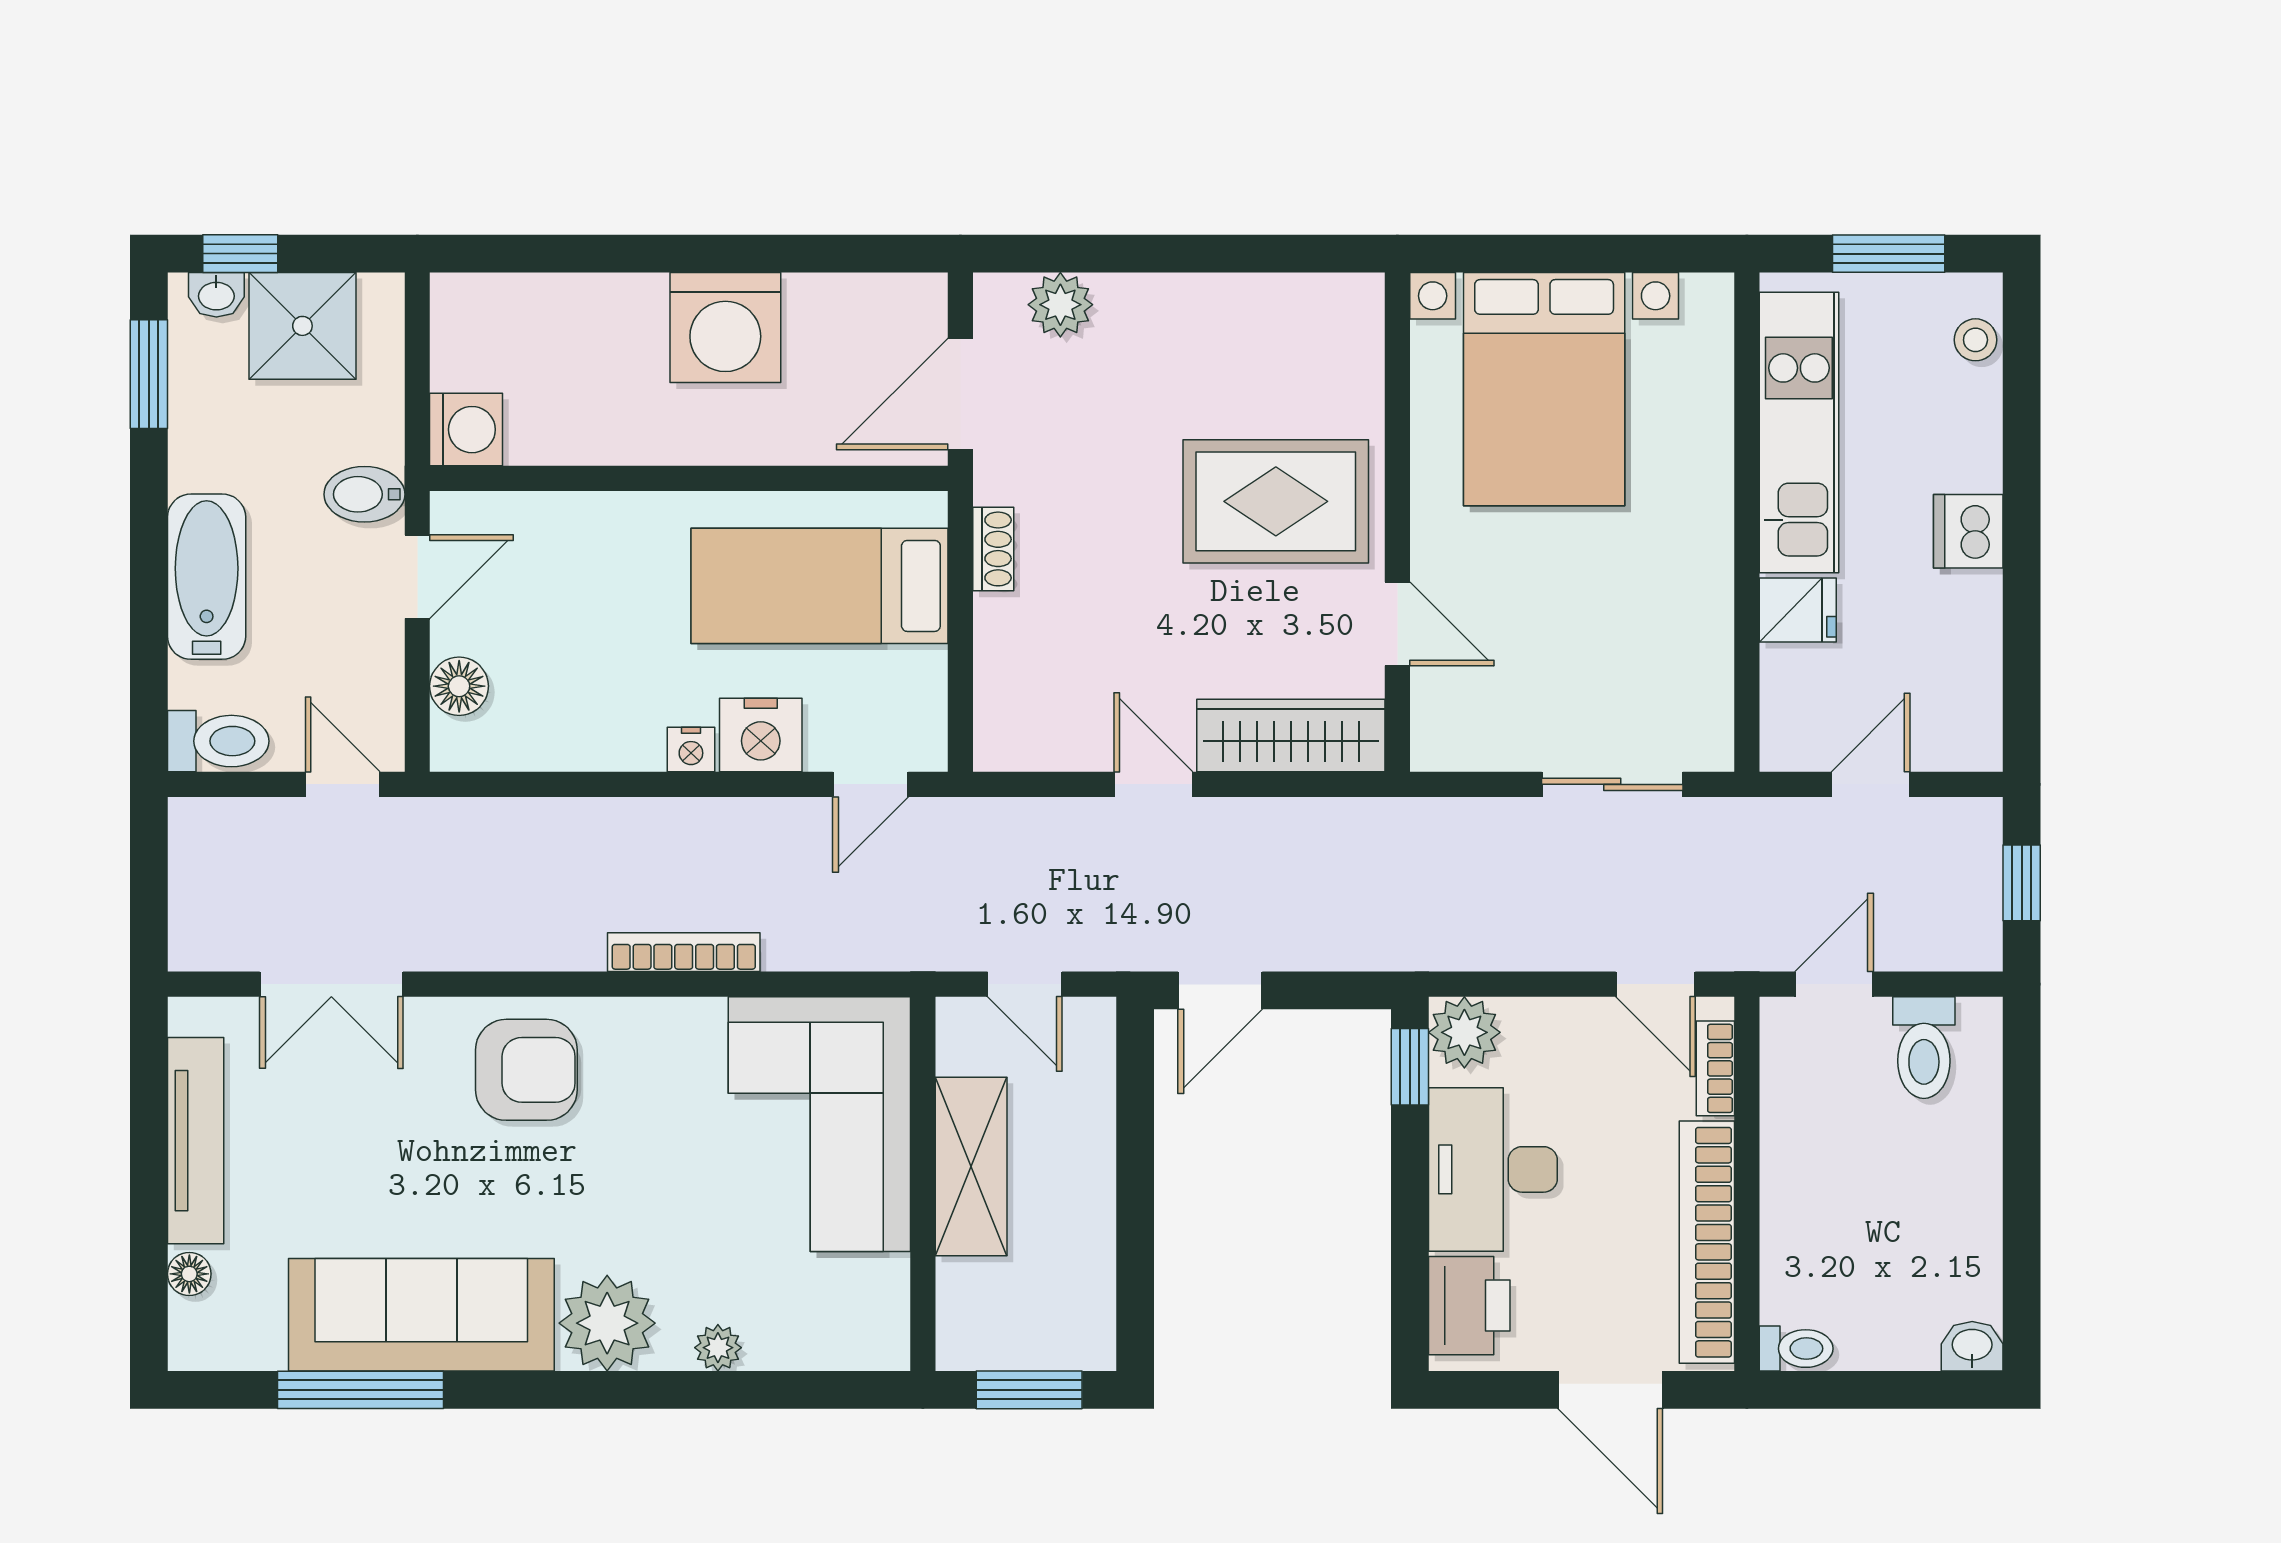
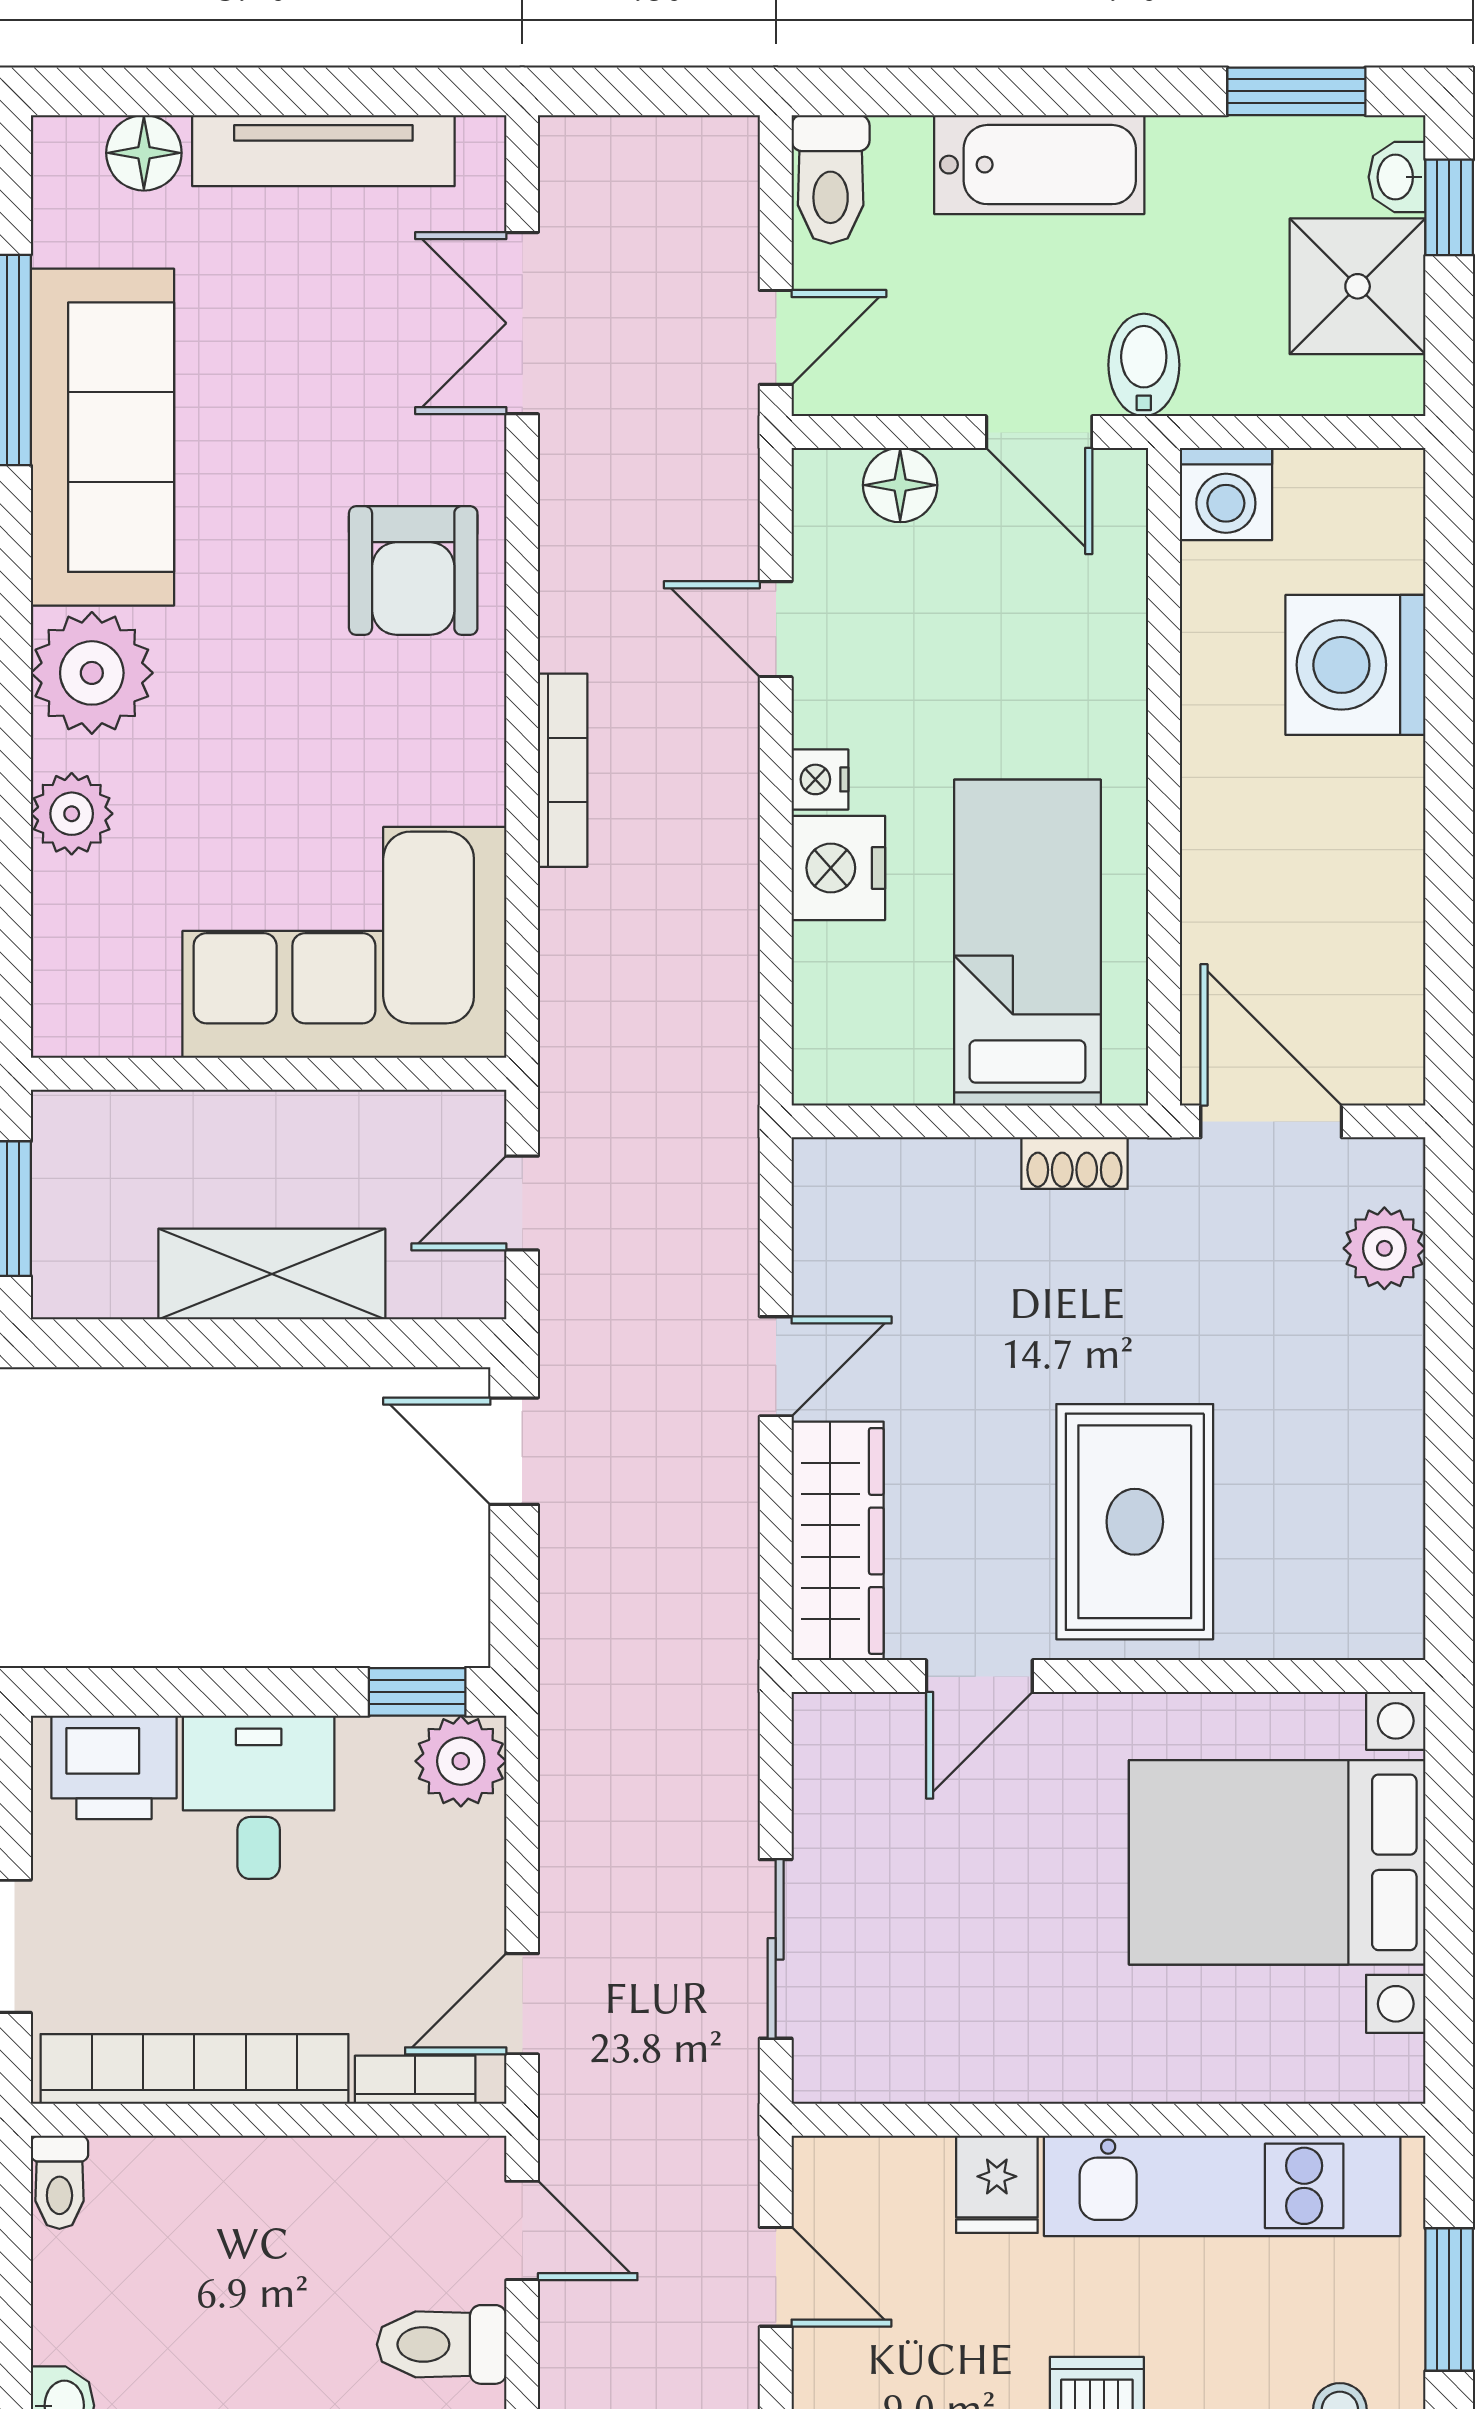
washing machine: (725, 328) -> (1355, 665), moved
door: (870, 784) -> (776, 629), moved
shelving: (971, 1166) -> (272, 1274), moved
desk: (1493, 1169) -> (259, 1797), width x0.73
floor lamp: (189, 1274) -> (144, 153), width x1.37, depth x1.37
plant: (718, 1348) -> (72, 814), width x1.38, depth x1.38

